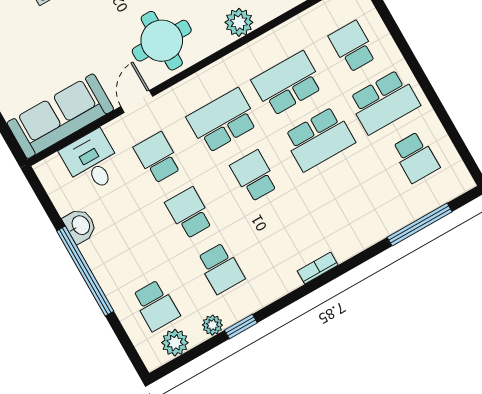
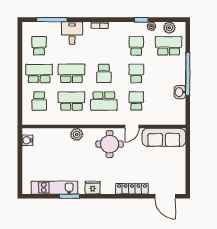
school desk: (288, 84) -> (71, 101), turned 180
school desk: (158, 158) -> (136, 101), turned 180
desk: (92, 162) -> (72, 33), moved, turned 180
school desk: (189, 213) -> (136, 73), turned 180
school desk: (156, 305) -> (169, 46), width x1.85

